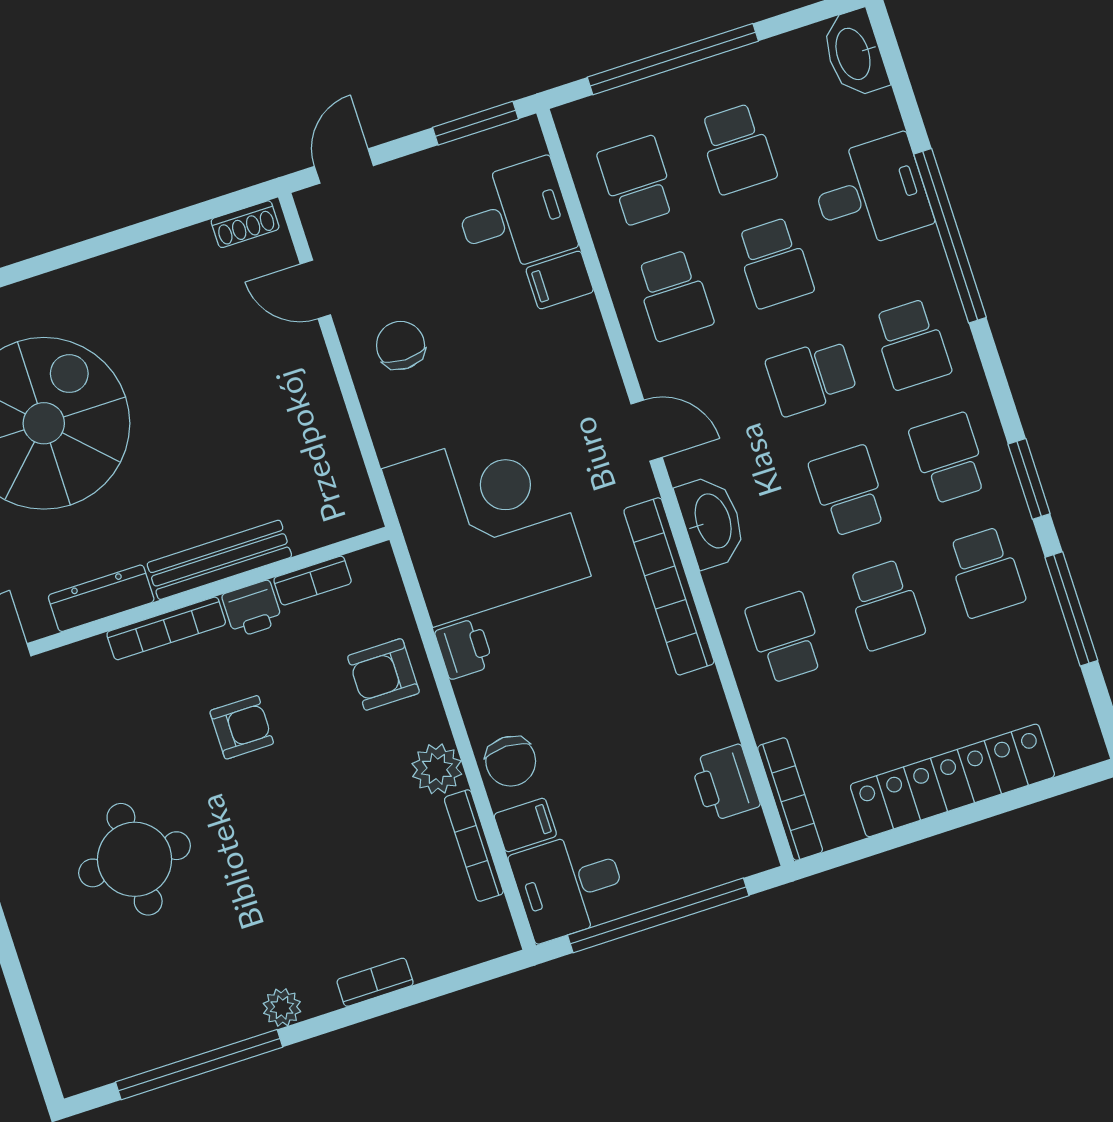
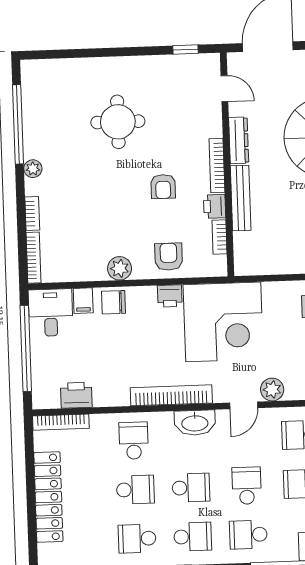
plant: (597, 381) -> (272, 390), added
school desk: (885, 605) -> (135, 490), turned 180
school desk: (785, 637) -> (134, 441), turned -90
bookcase: (474, 846) -> (34, 258), moved, turned 90

